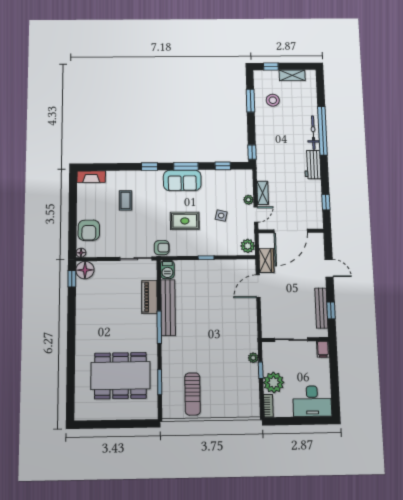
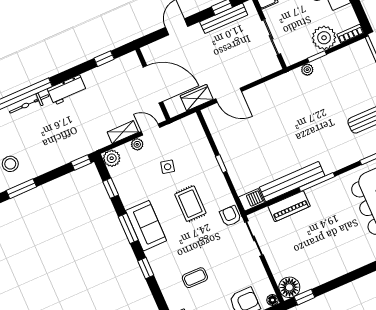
plant: (248, 246) -> (112, 158), moved

